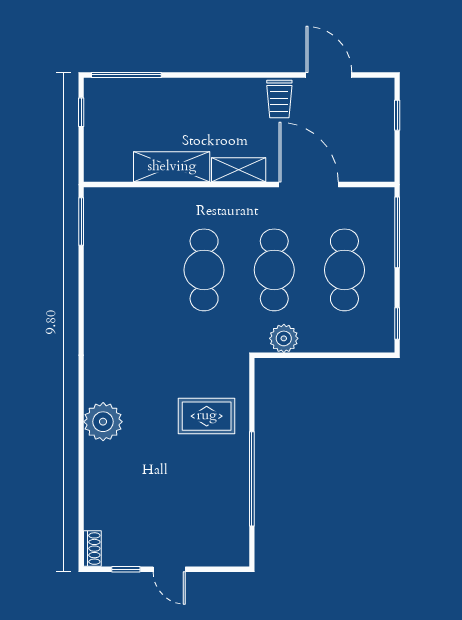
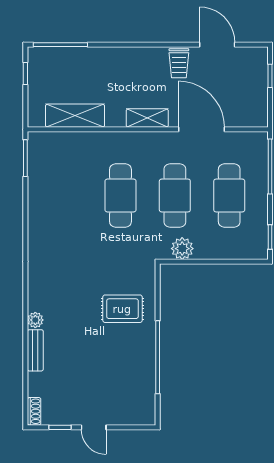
shelving: (172, 167) -> (75, 116), moved
plant: (103, 422) -> (35, 320), width x0.53, depth x0.53
bench: (94, 470) -> (35, 350), added

